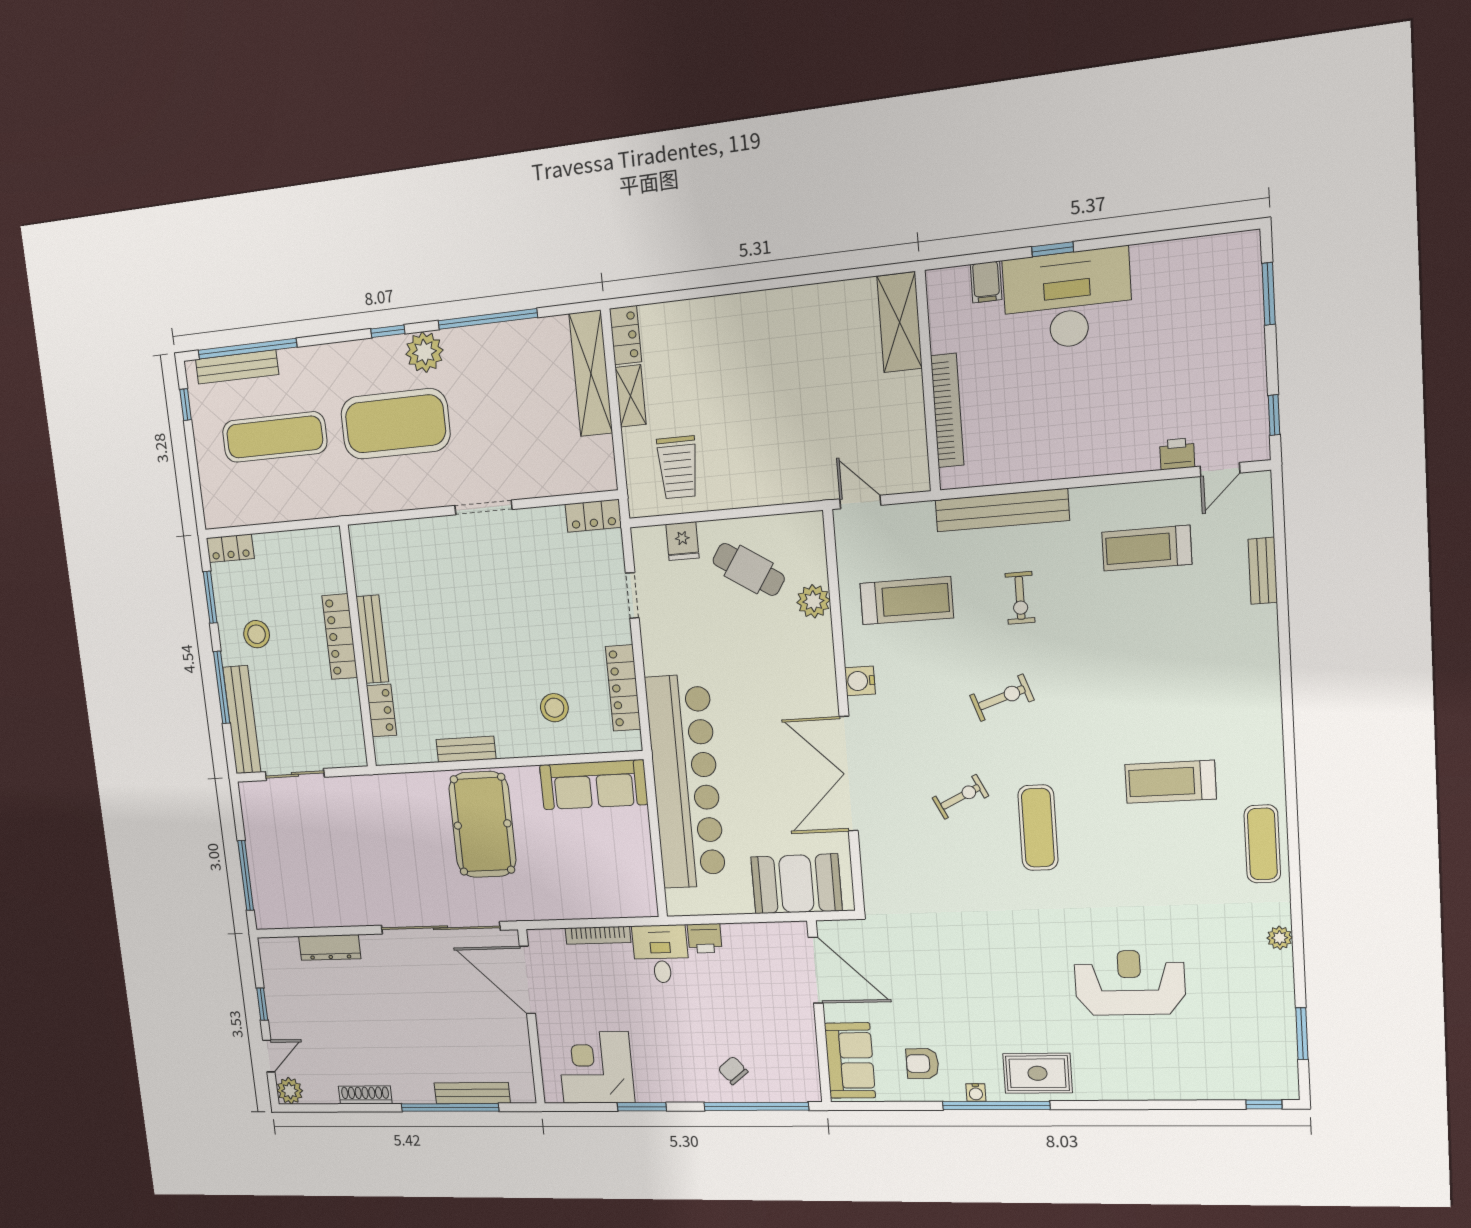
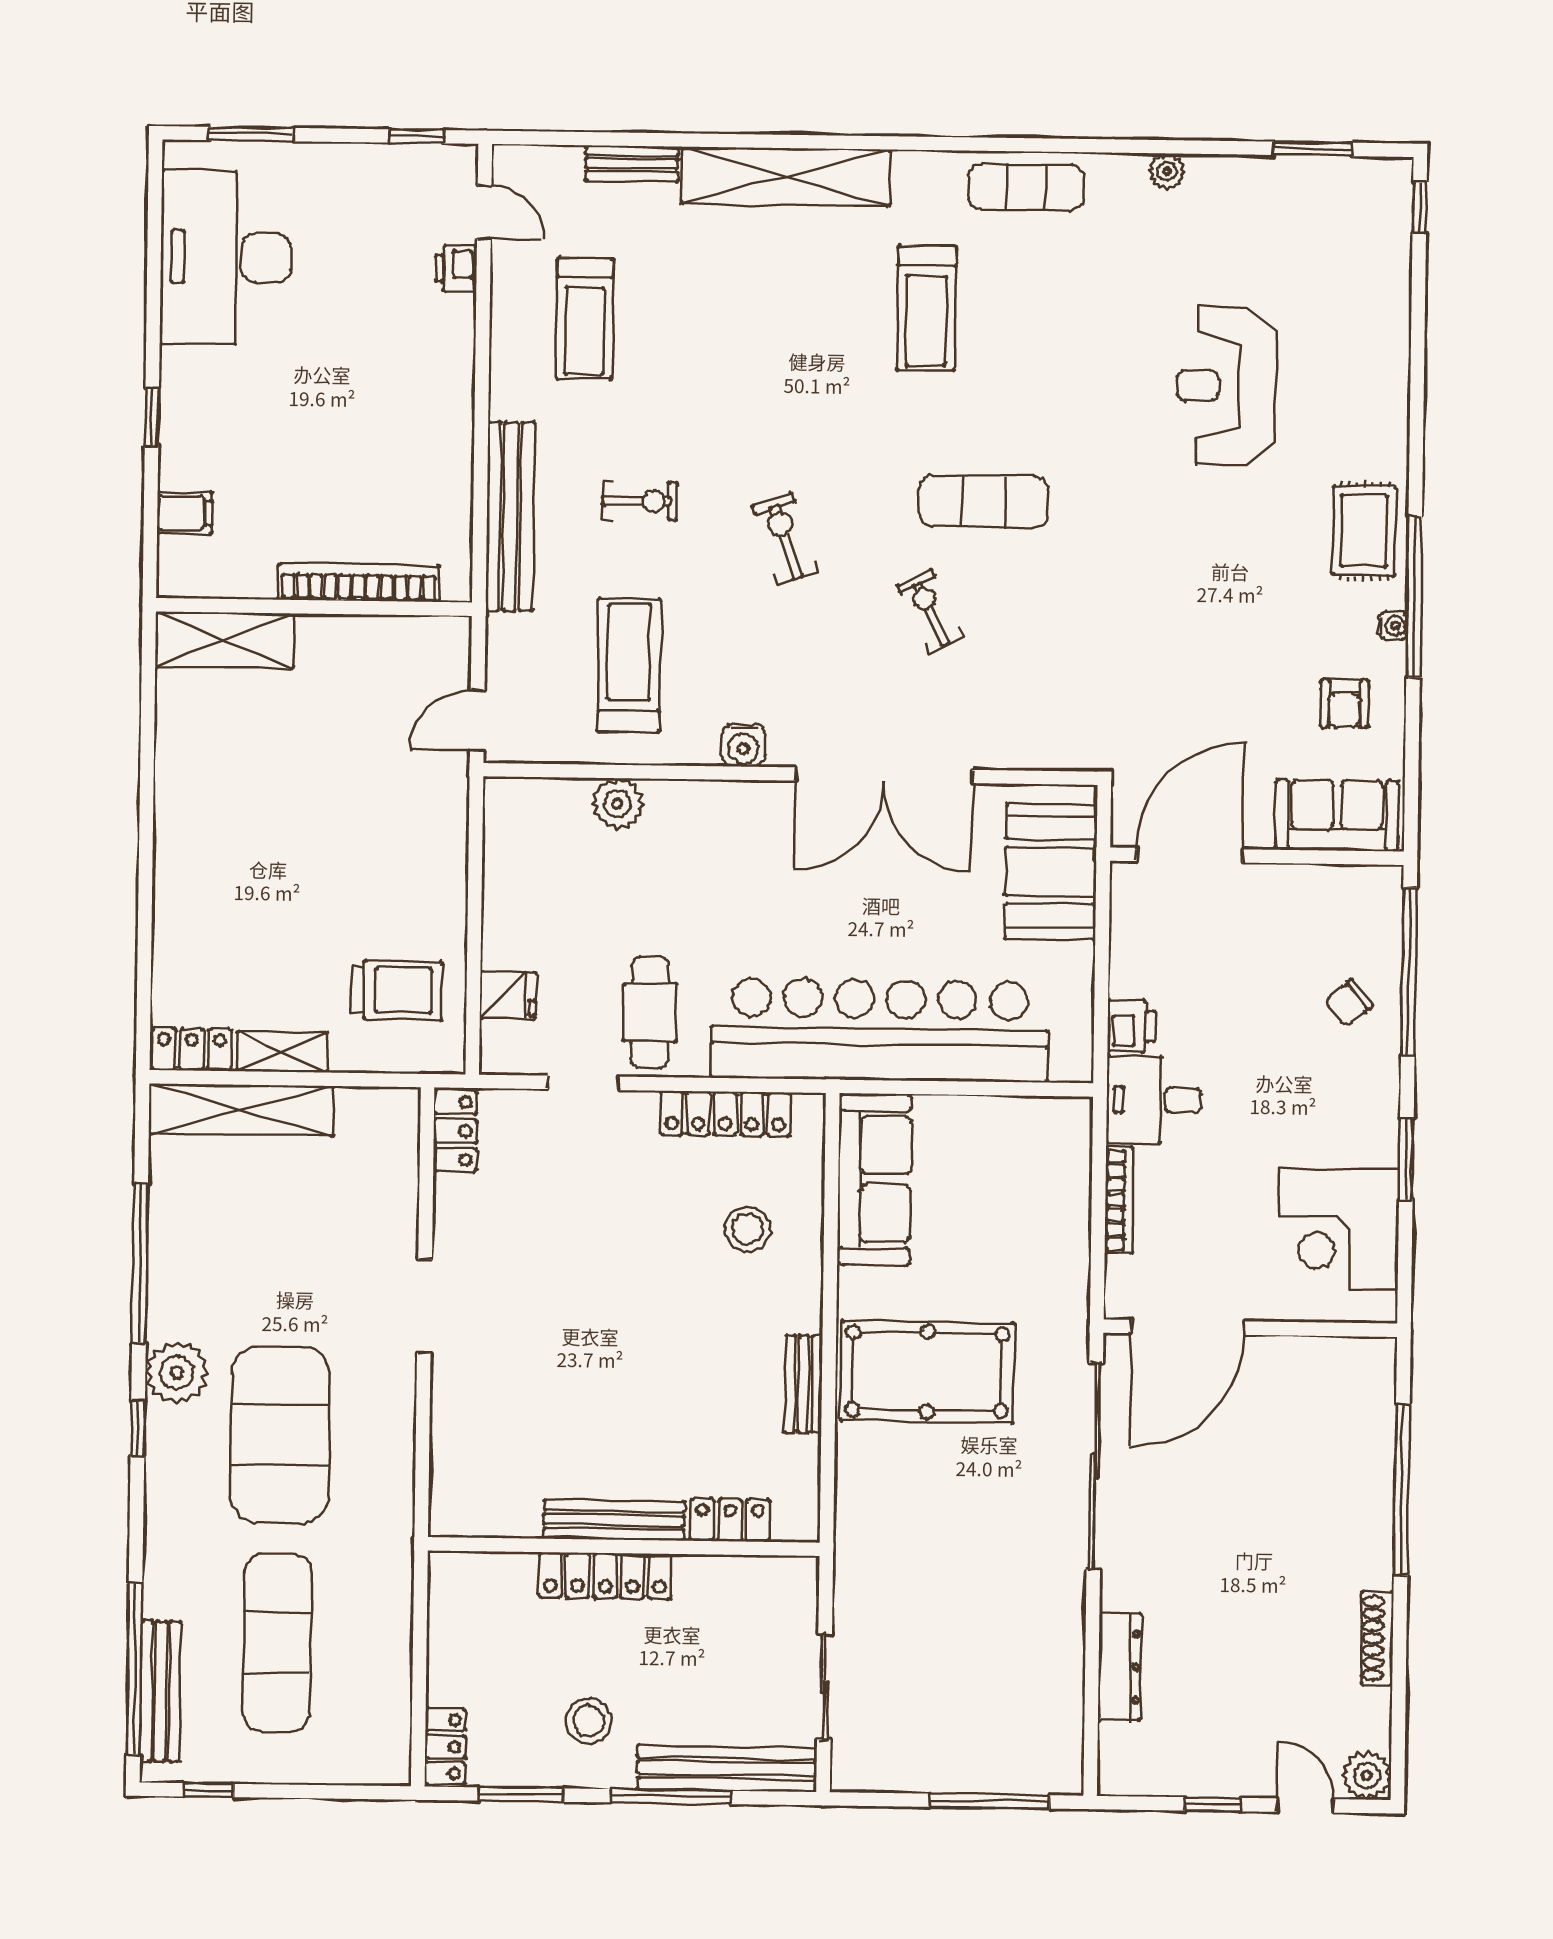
desk: (1067, 300) -> (226, 257), moved
cafe table: (749, 569) -> (650, 1012), moved, turned -33
shelving: (1260, 679) -> (786, 177), added
bench: (472, 1093) -> (1377, 1447), removed

